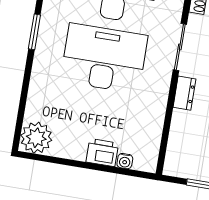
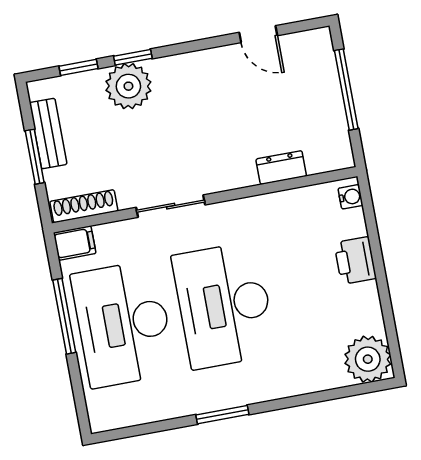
dresser: (184, 93) -> (281, 168), moved
water cooler: (125, 161) -> (350, 197), moved

